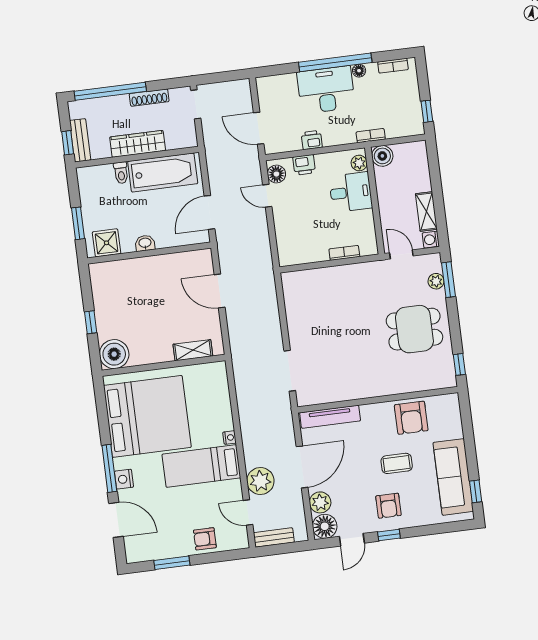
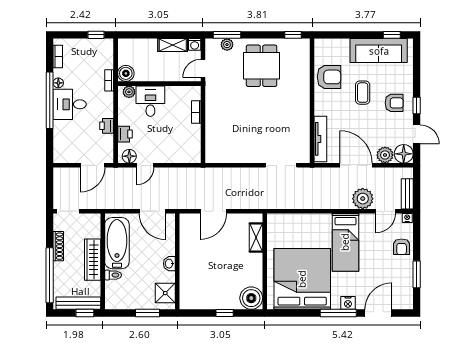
desk: (326, 90) -> (70, 104), width x0.73
bench: (80, 140) -> (78, 303), width x1.36
nightstand: (229, 438) -> (407, 218), moved

